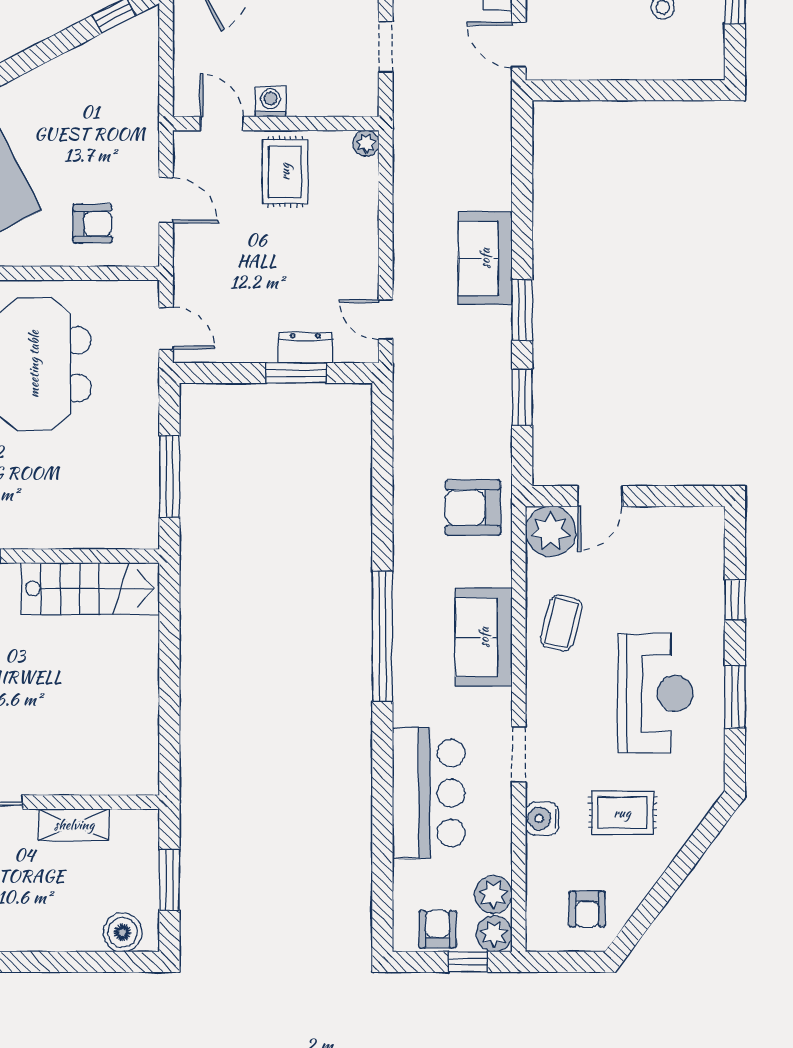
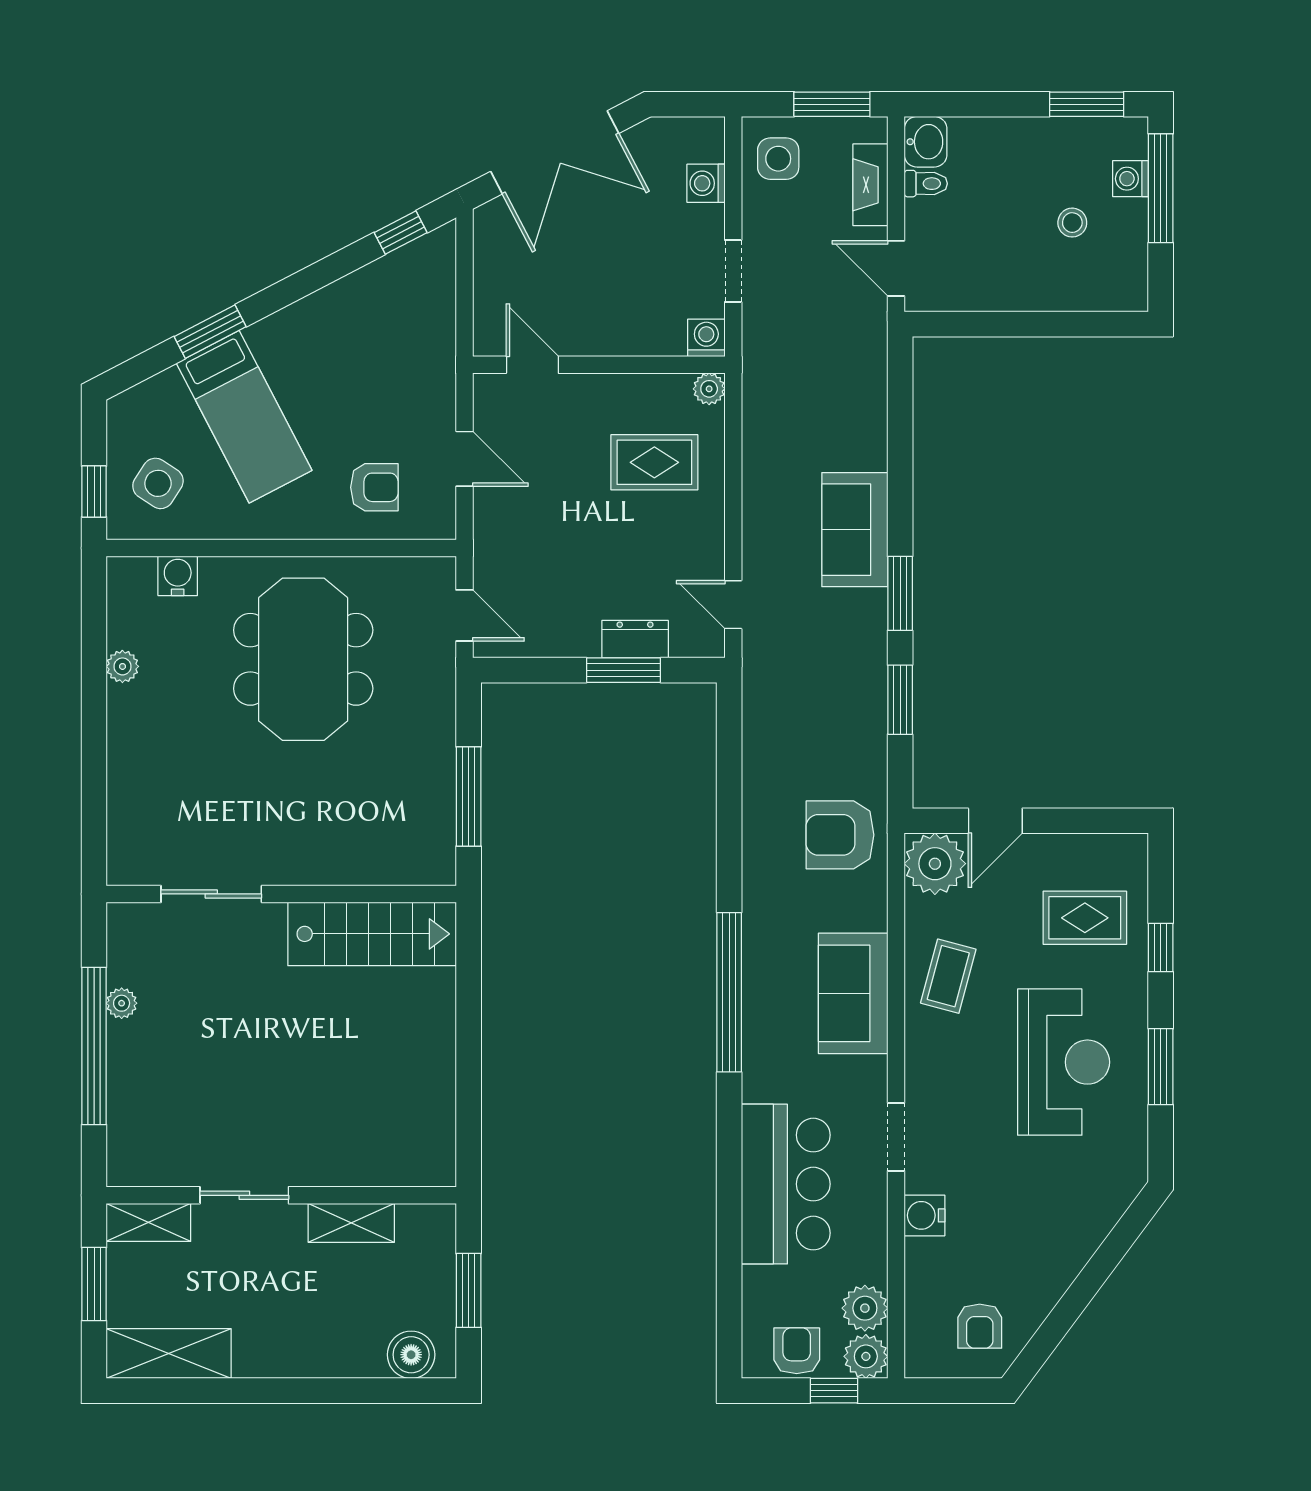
washing machine: (270, 102) -> (706, 338), moved
rug: (285, 172) -> (654, 462), moved, turned 90
rug: (622, 813) -> (1085, 918), moved

